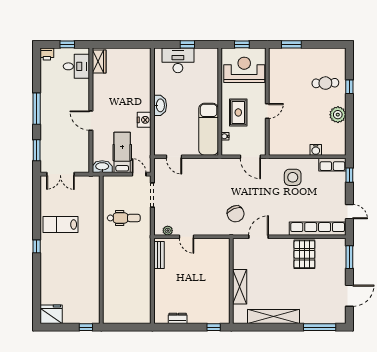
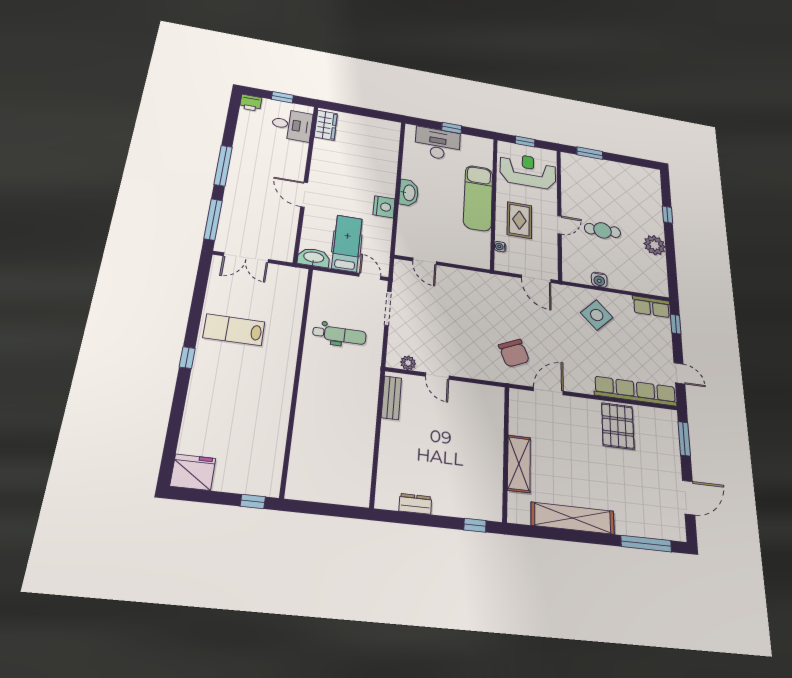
cafe table: (325, 83) -> (602, 230), moved
exam couch: (209, 129) -> (478, 198), moved
window: (37, 150) -> (213, 219), width x1.44
water cooler: (316, 150) -> (599, 280), moved
side table: (293, 177) -> (597, 315), turned 45

